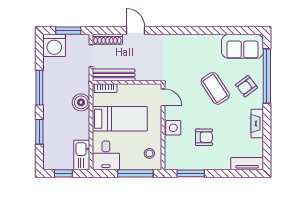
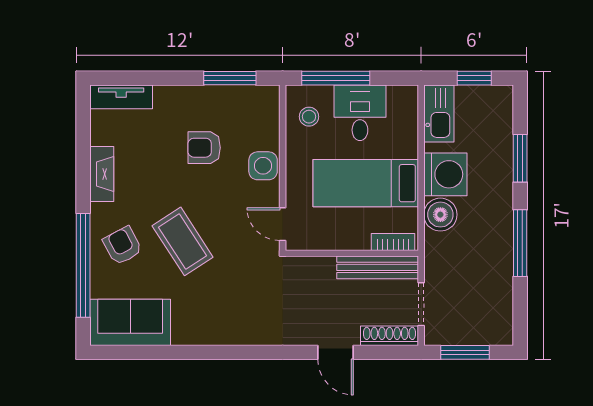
washing machine: (54, 45) -> (445, 174), moved, turned 90
armchair: (246, 86) -> (123, 246), turned -81
desk: (106, 155) -> (360, 113), moved

